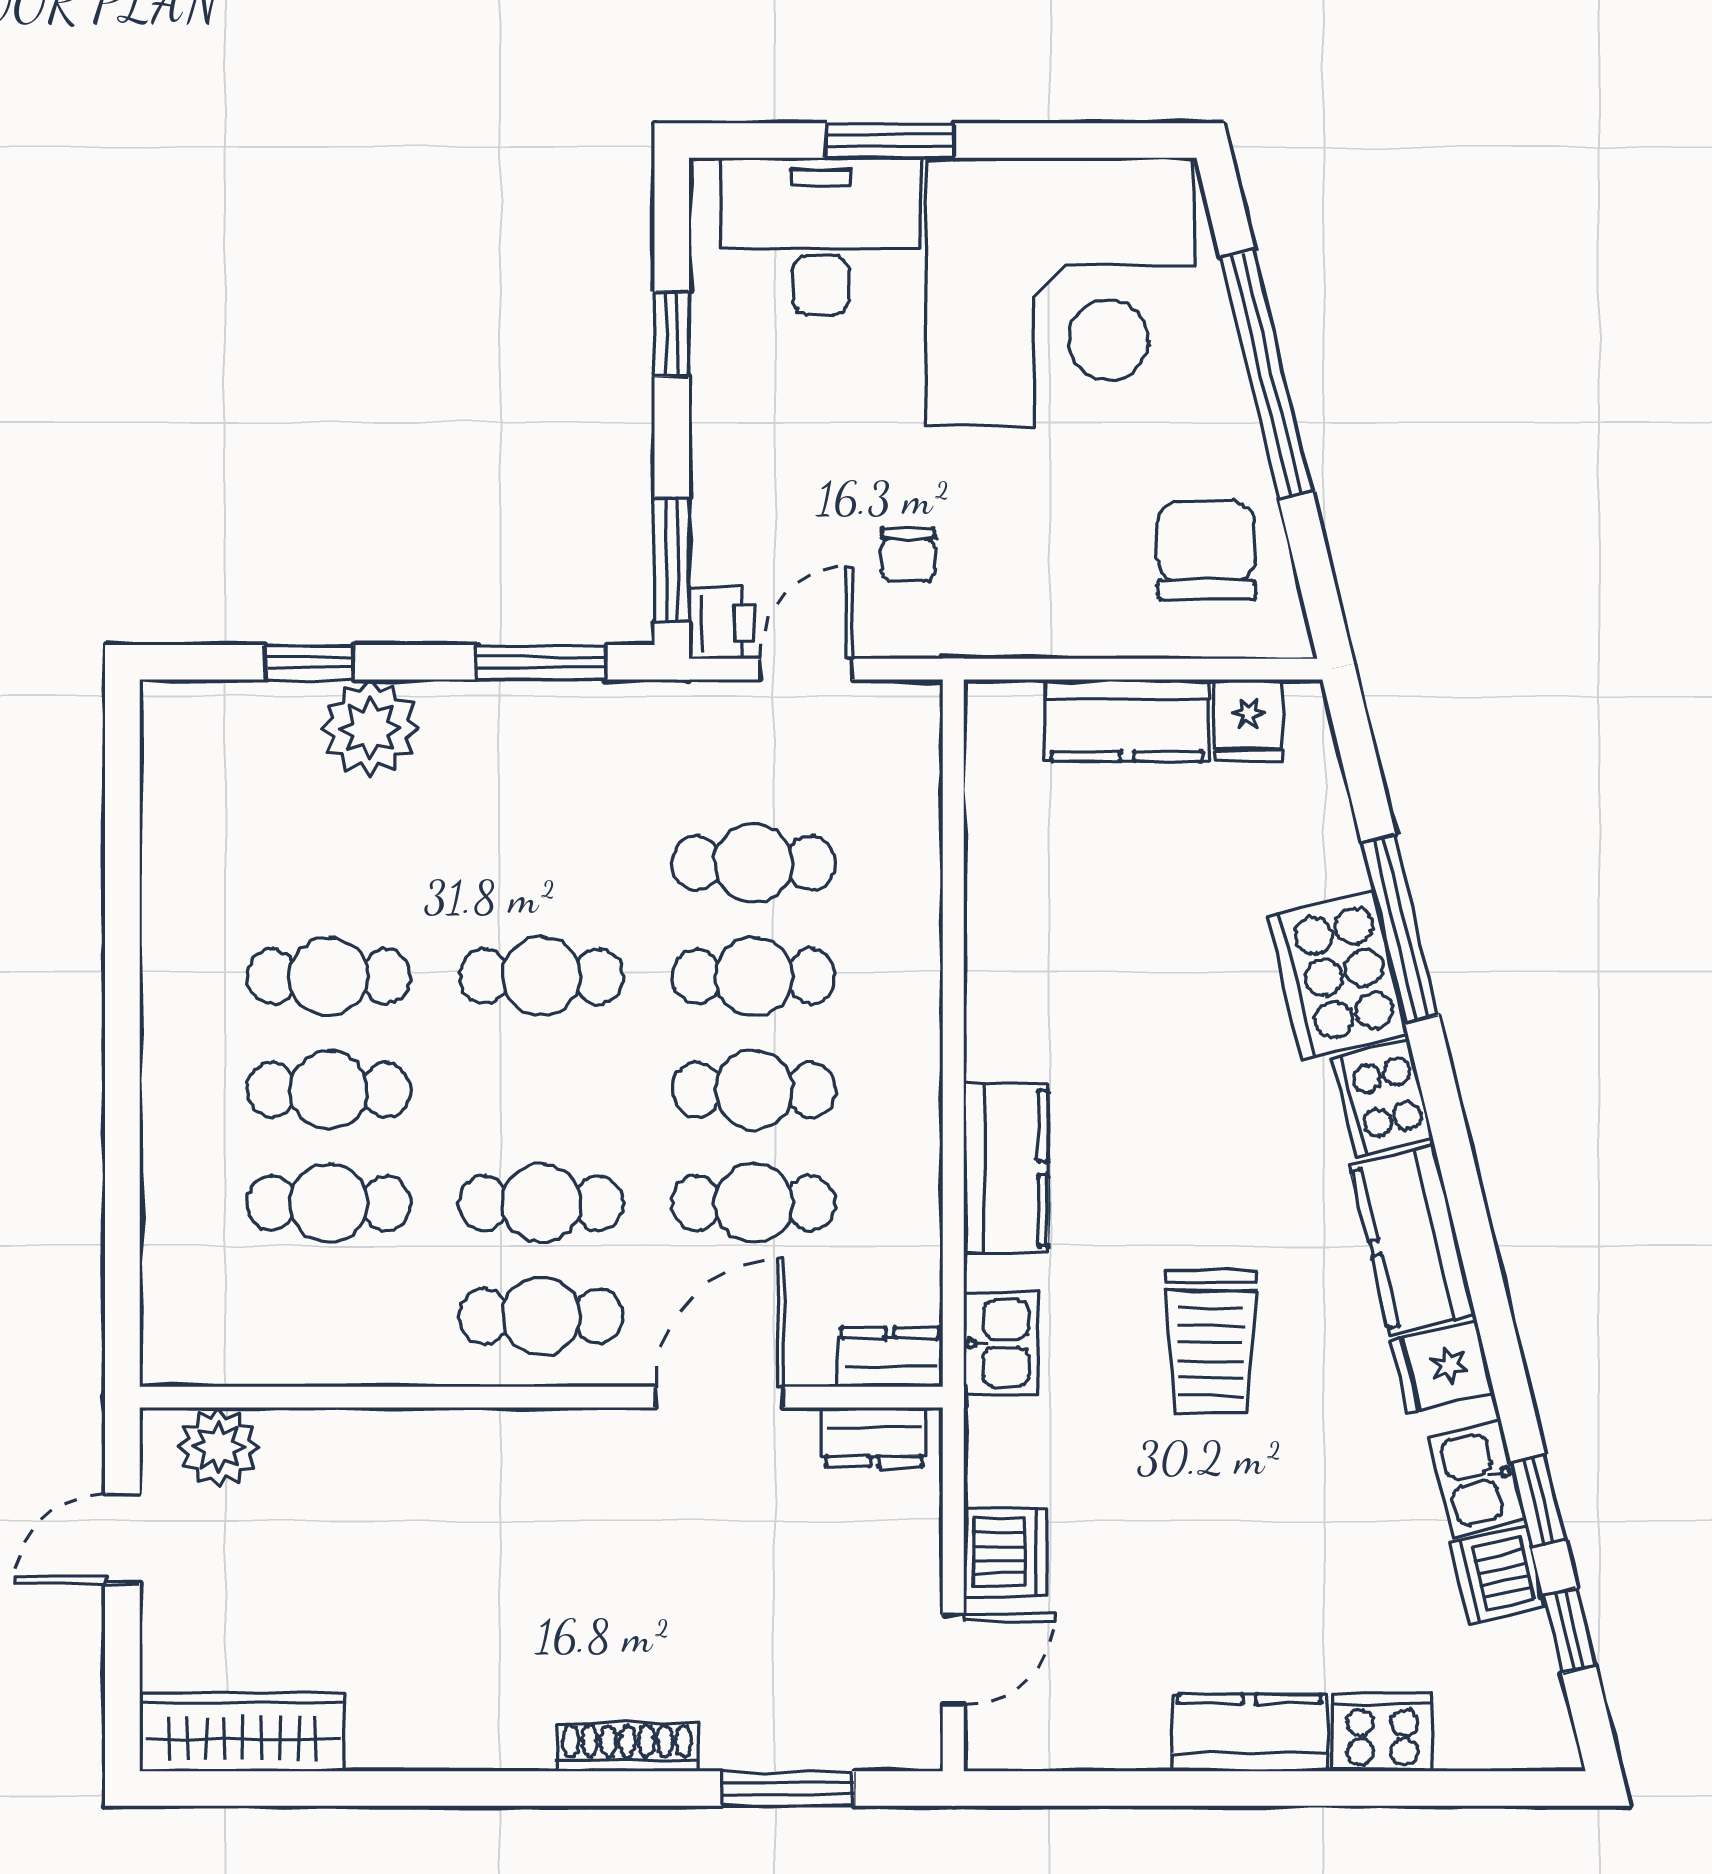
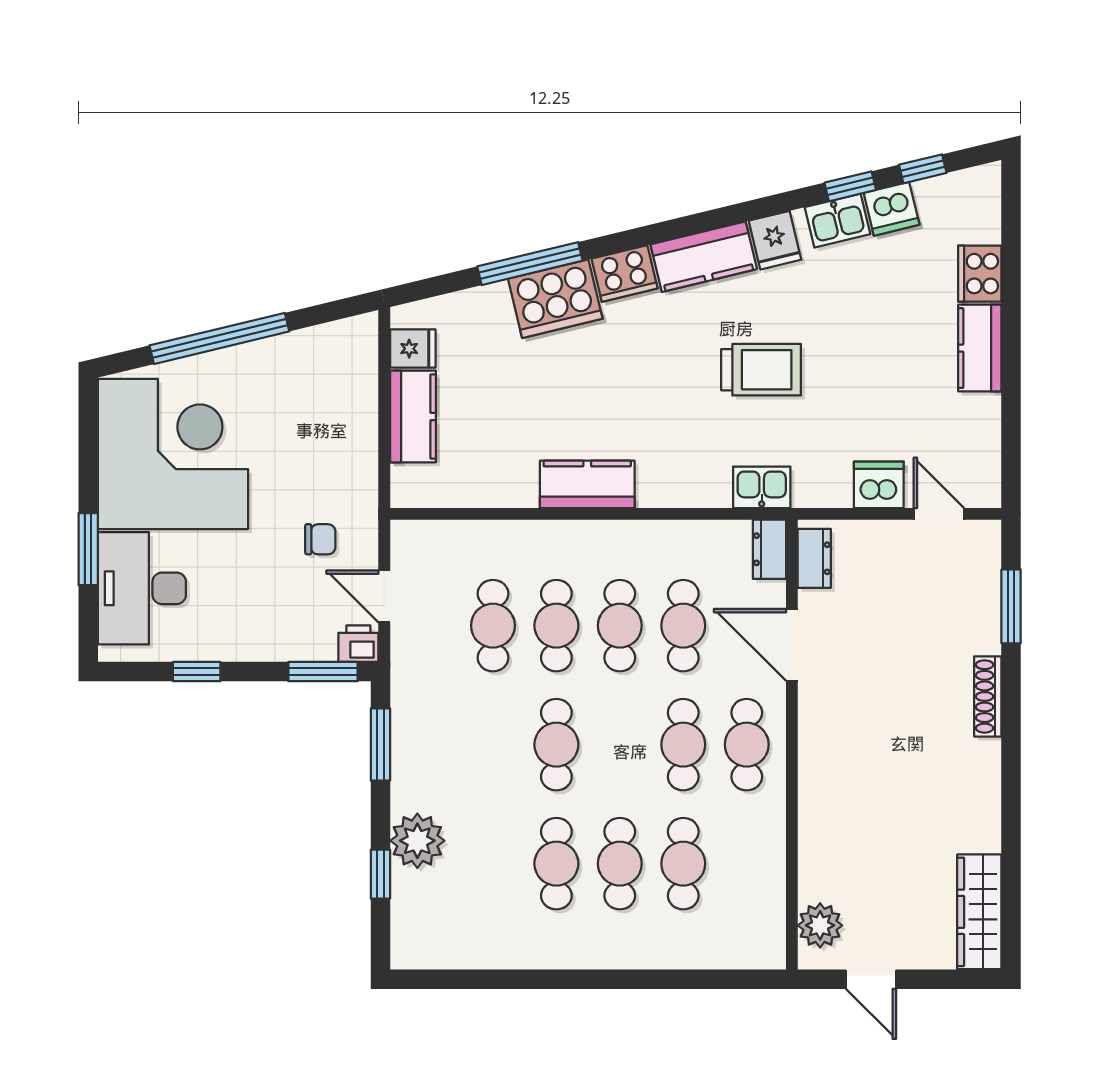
chair: (1206, 550) -> (318, 372), removed
kitchen counter: (1006, 1168) -> (587, 484), moved

